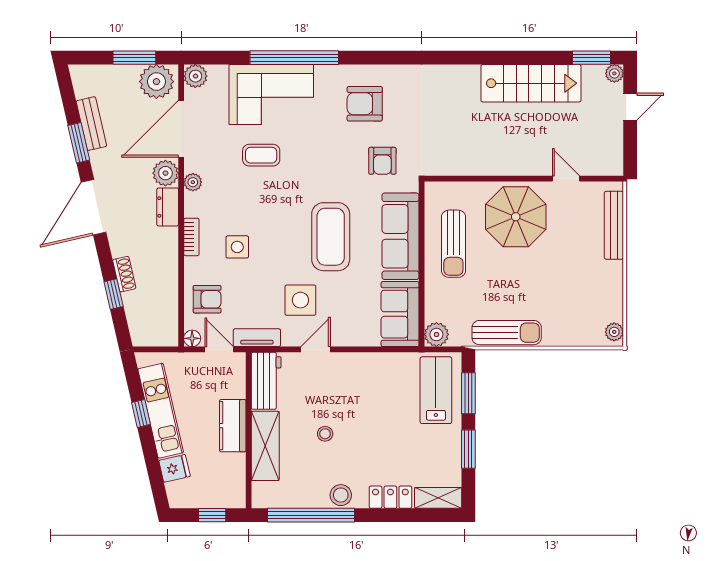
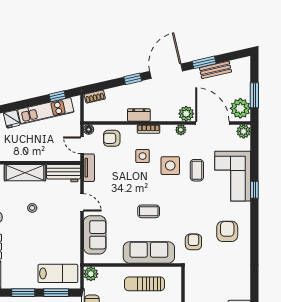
window: (294, 58) -> (254, 190), width x0.32
armchair: (382, 161) -> (193, 242), turned 90
door: (94, 207) -> (166, 71), hinge flipped
dresser: (168, 207) -> (139, 115), moved
coffee table: (331, 237) -> (149, 211), width x0.54, depth x0.58
shoe rack: (124, 274) -> (95, 97), moved
window: (114, 294) -> (133, 79), moved
armchair: (207, 299) -> (112, 138), turned 90
side table: (300, 300) -> (170, 166), moved
sofa: (400, 314) -> (95, 235), moved, turned 90
door: (219, 349) -> (82, 145), swing flipped
window: (141, 413) -> (57, 96), moved
kitchen counter: (233, 426) -> (37, 153), removed

